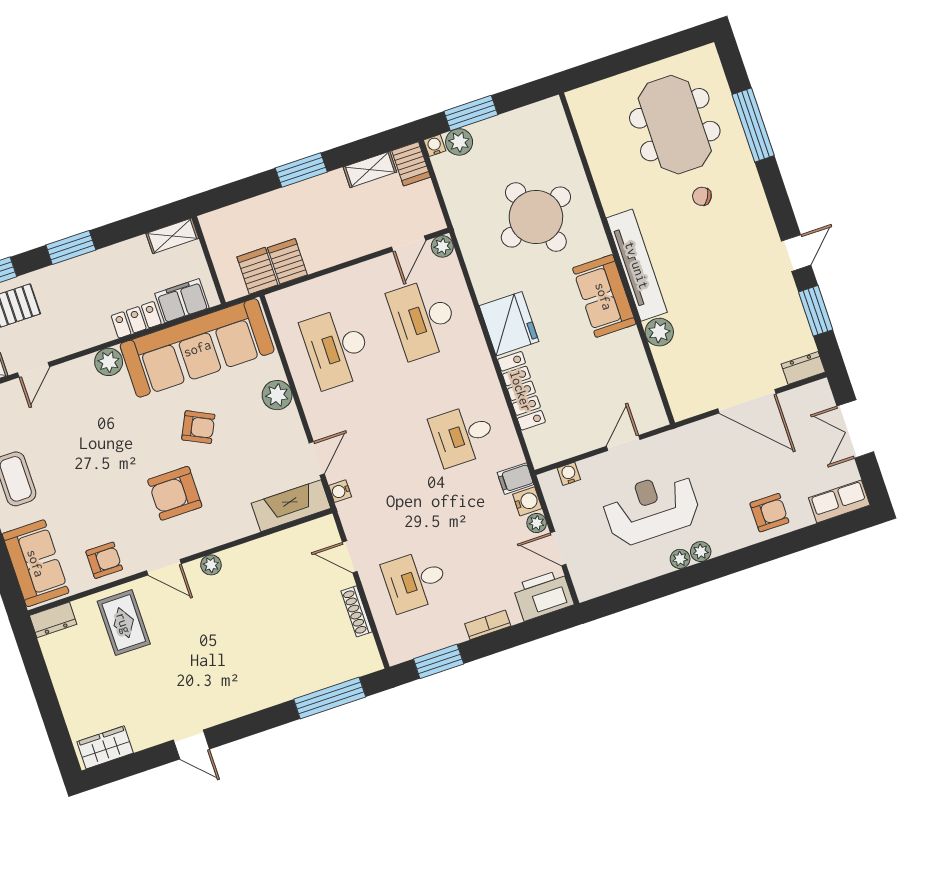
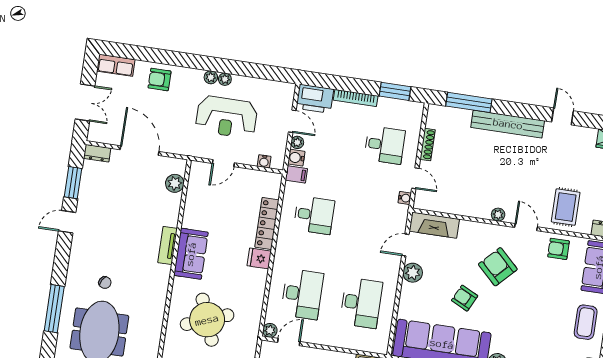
tv unit: (637, 265) -> (168, 245), width x0.52, depth x0.78
fridge: (509, 324) -> (259, 258), width x0.53, depth x0.75
plant: (659, 332) -> (175, 183), moved
plant: (277, 395) -> (413, 273), moved
water cooler: (340, 491) -> (405, 198), moved
armchair: (175, 493) -> (498, 267), turned -136
bookcase: (488, 625) -> (356, 98), width x1.56
bench: (261, 695) -> (508, 124), added

